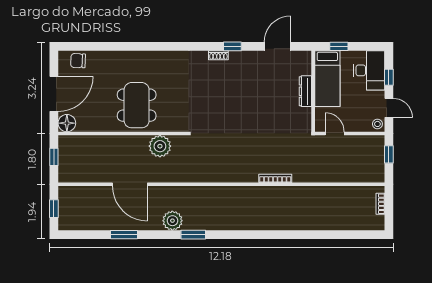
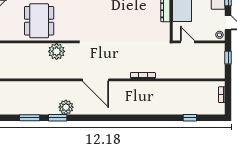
door: (130, 184) -> (96, 80), moved
window: (193, 235) -> (58, 118), moved
window: (338, 235) -> (190, 118), added

